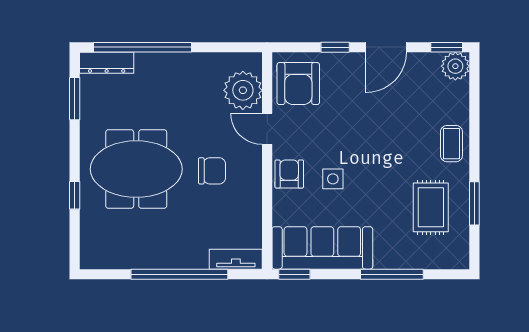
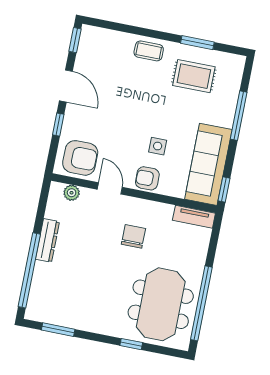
dresser: (107, 63) -> (47, 240), moved
plant: (455, 66) -> (91, 36), removed
plant: (243, 90) -> (72, 193), width x0.53, depth x0.53
door: (267, 129) -> (110, 188), swing flipped
meeting table: (136, 169) -> (161, 304), moved
tv unit: (236, 259) -> (194, 217), moved, turned -90
window: (179, 274) -> (201, 303), moved

